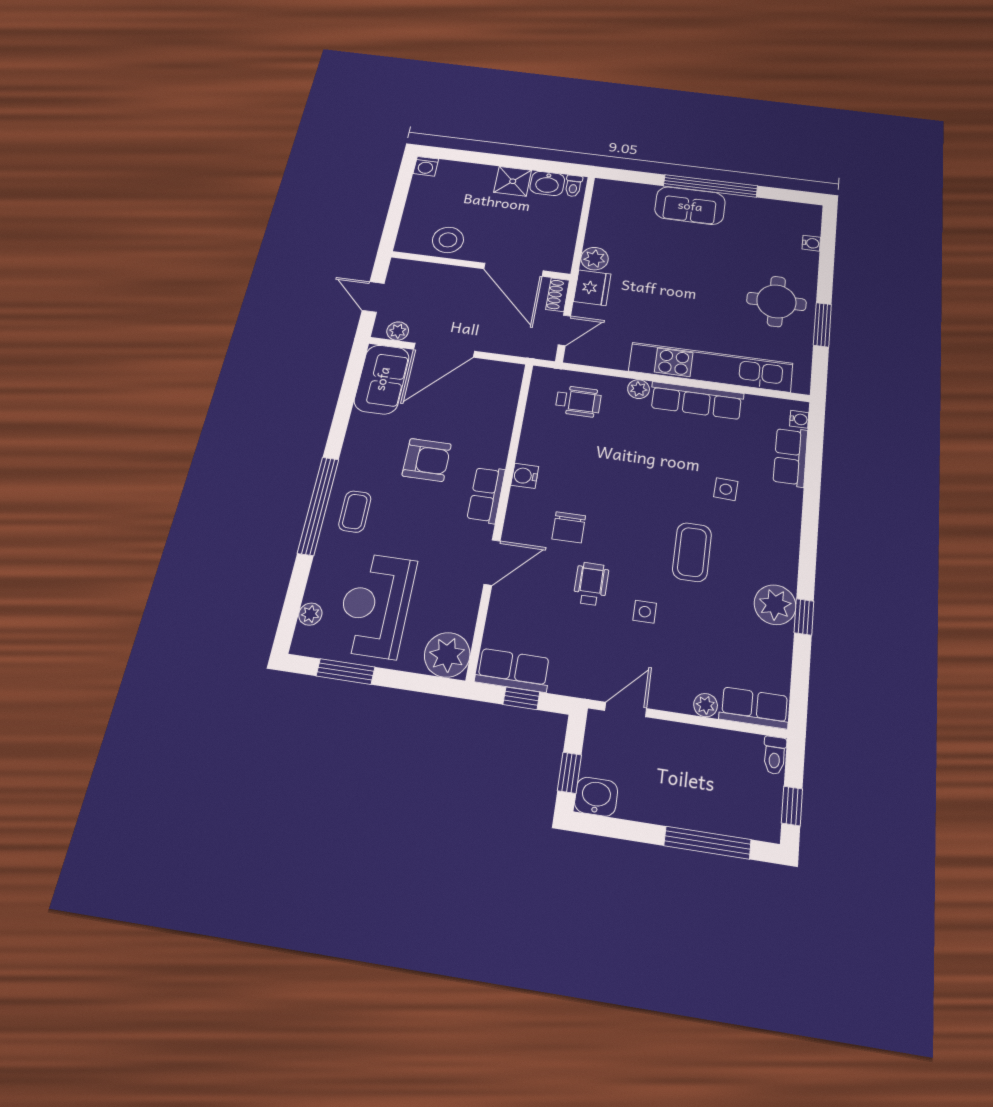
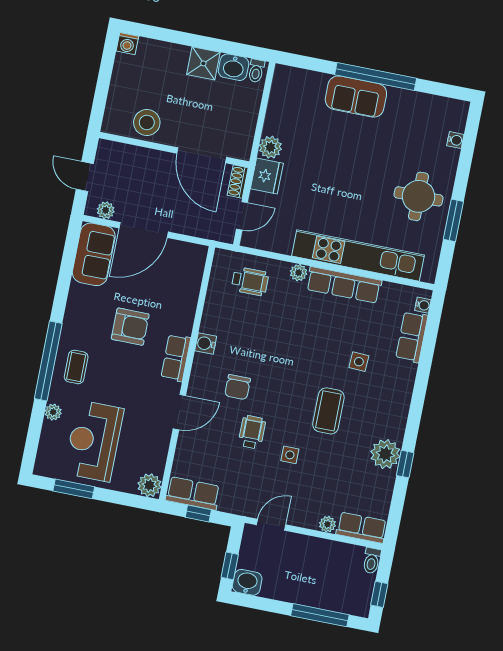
plant: (310, 614) -> (53, 412), moved
plant: (447, 655) -> (149, 485), width x0.73, depth x0.73

